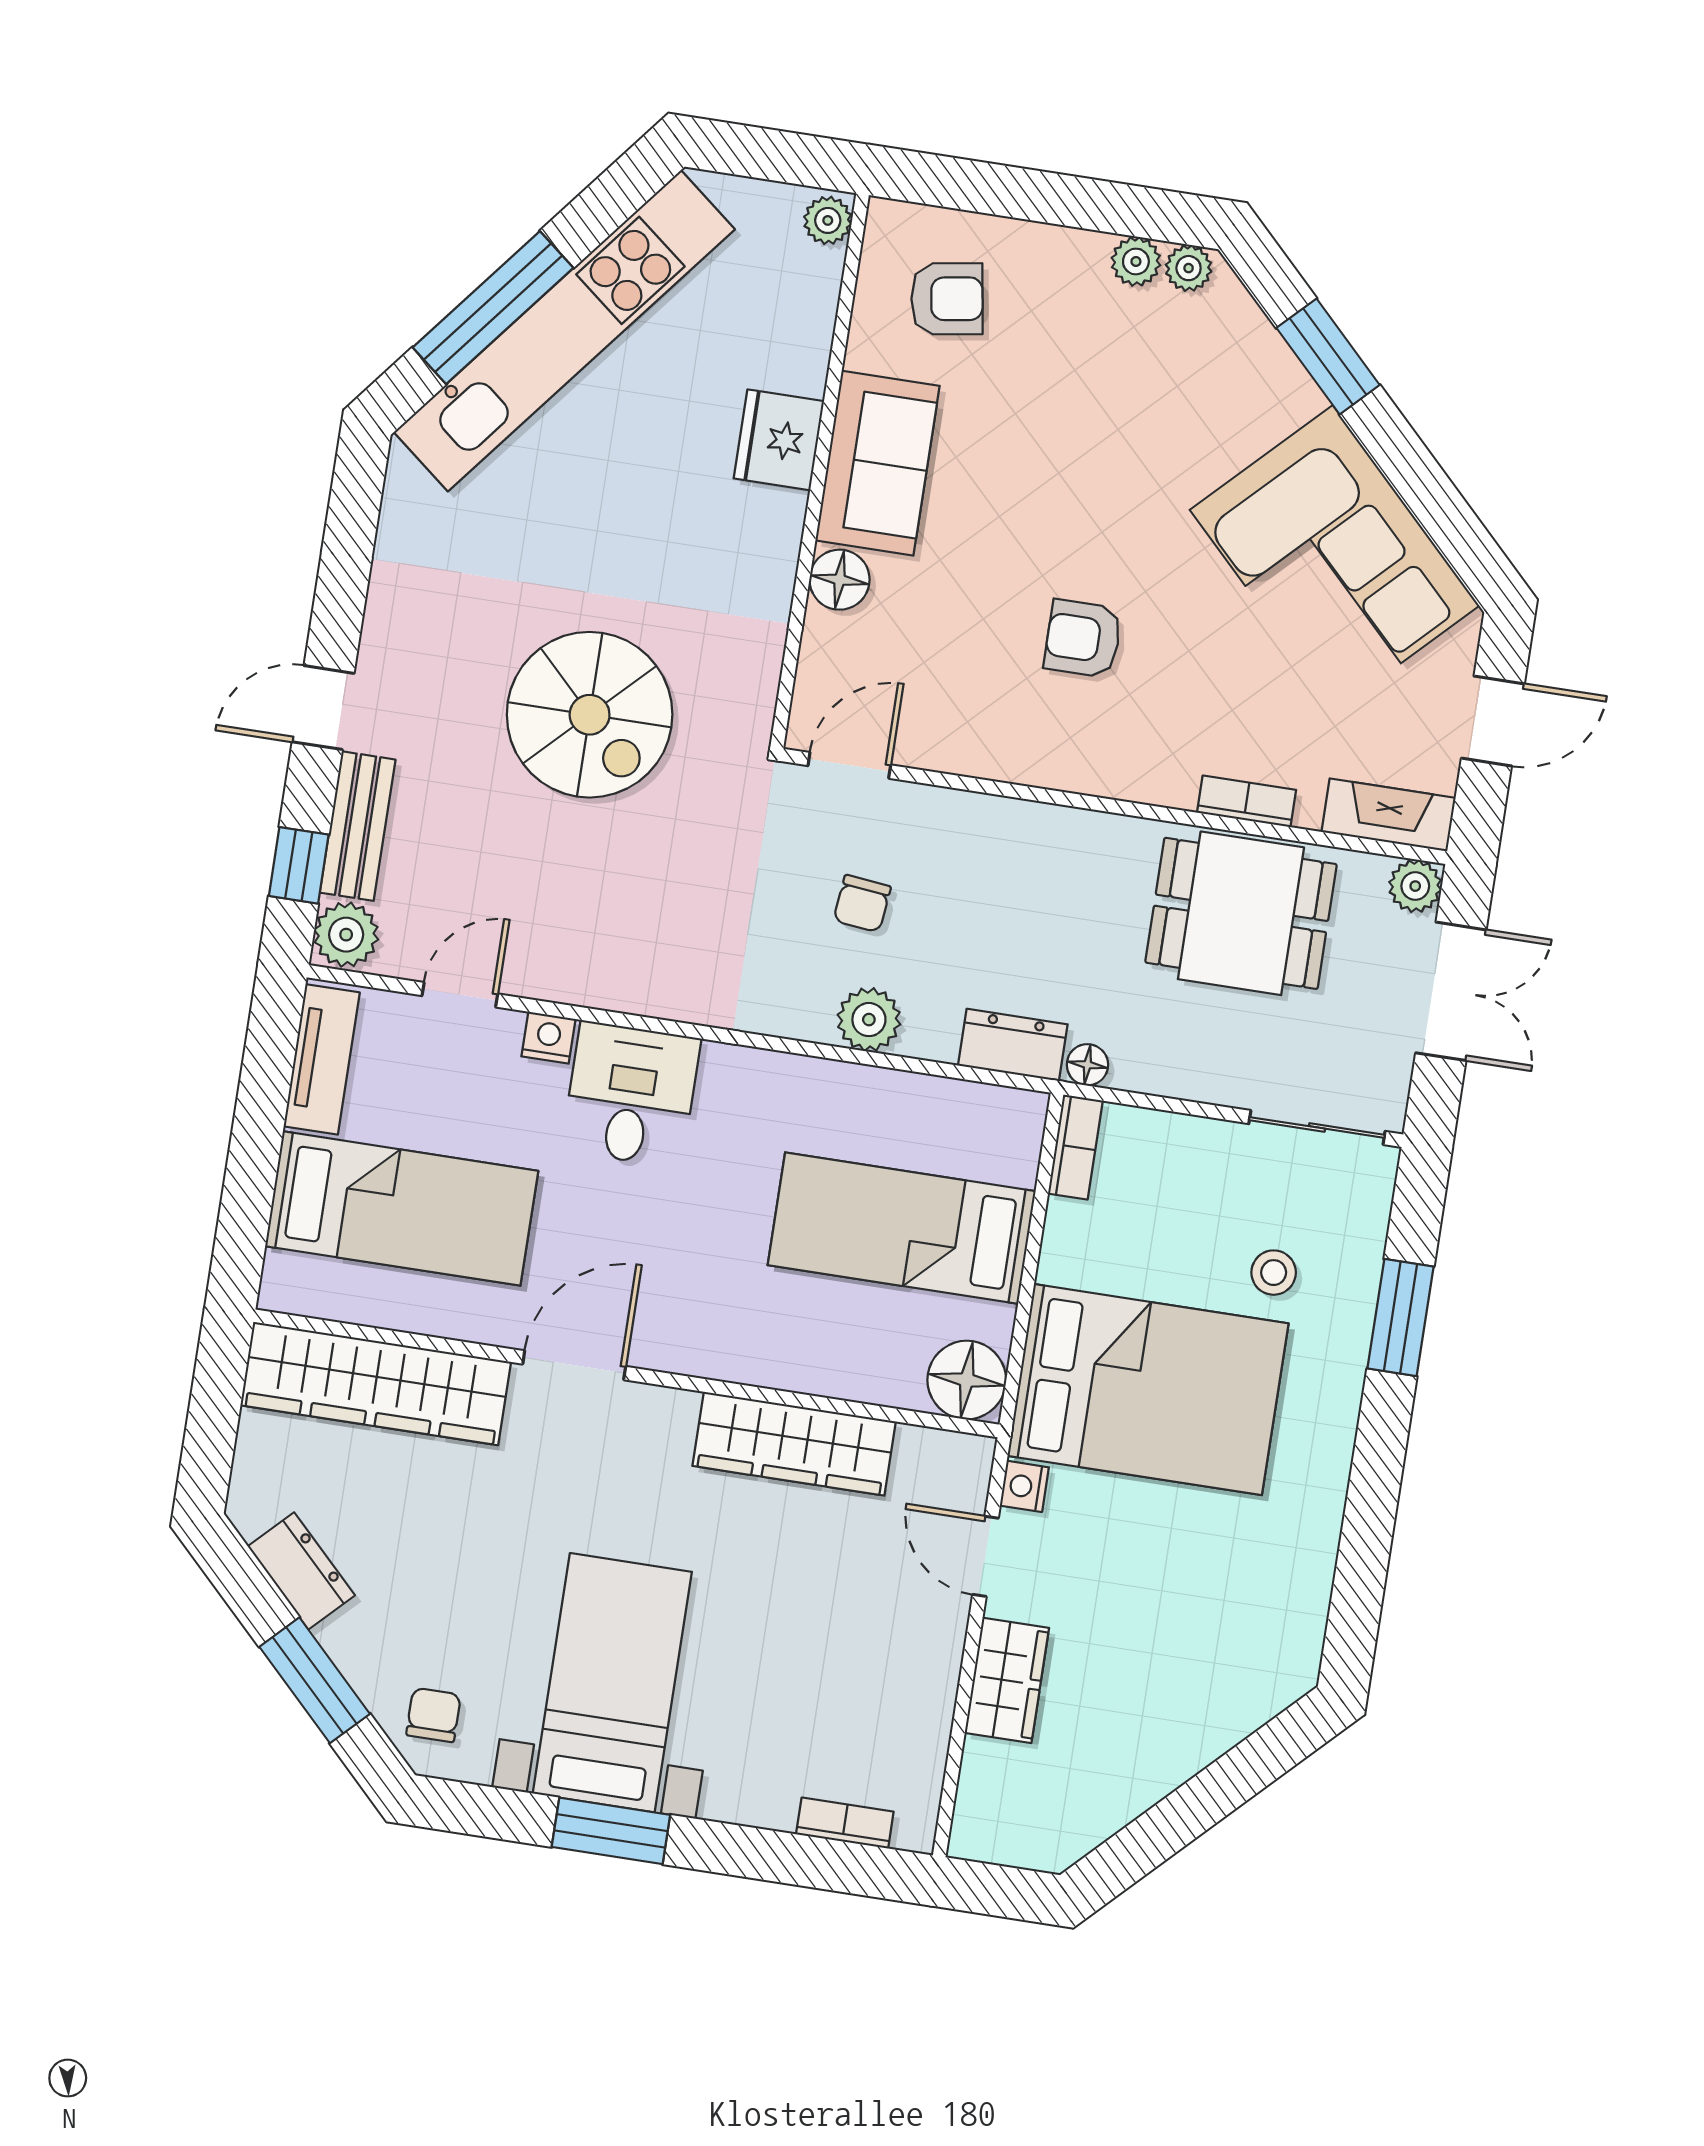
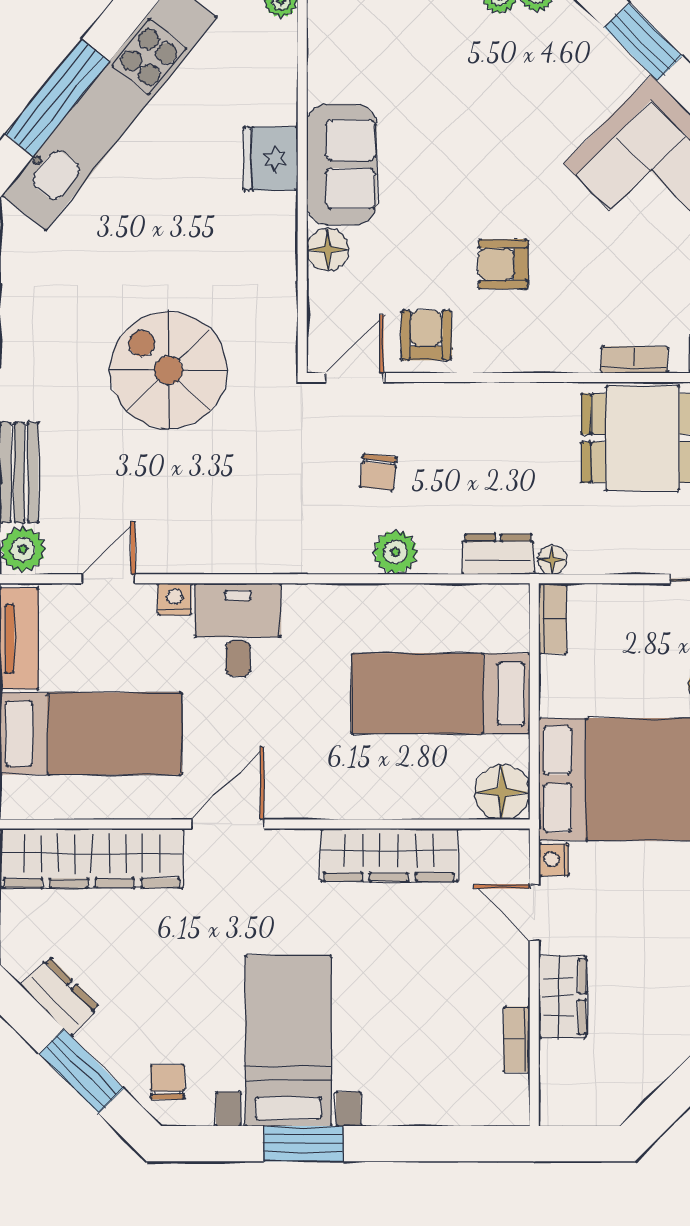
armchair: (947, 299) -> (426, 335), moved, turned -81
spiral stairs: (590, 715) -> (168, 370), turned 180
bookcase: (845, 1823) -> (517, 1040), moved, turned -90

